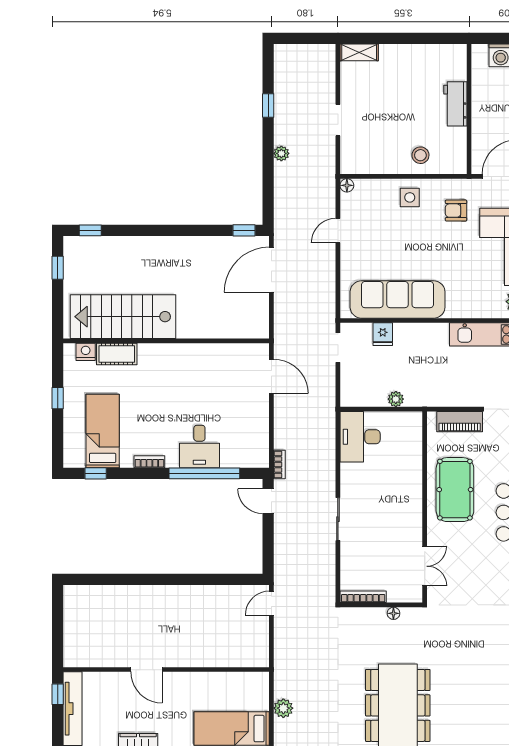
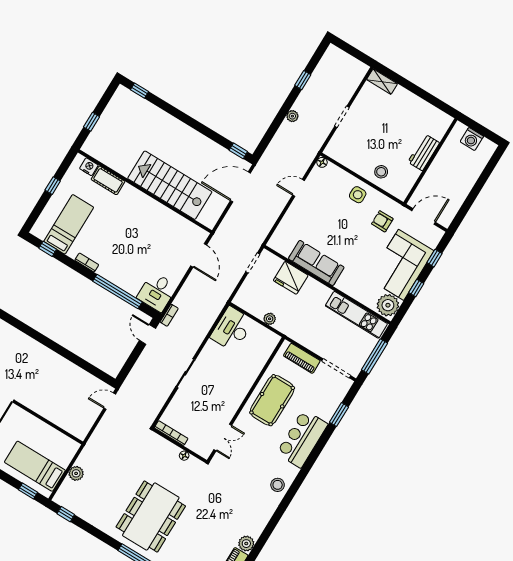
window: (58, 268) -> (92, 122), moved
sofa: (398, 299) -> (316, 263), width x0.74, depth x0.79
stairs: (123, 317) -> (170, 185), moved
fridge: (383, 334) -> (291, 278), width x1.88, depth x1.34
desk: (199, 446) -> (157, 292), moved

